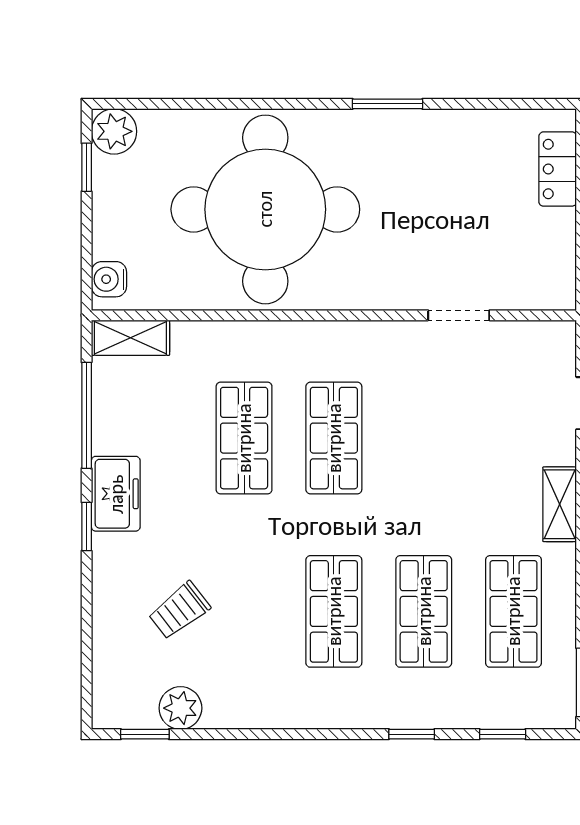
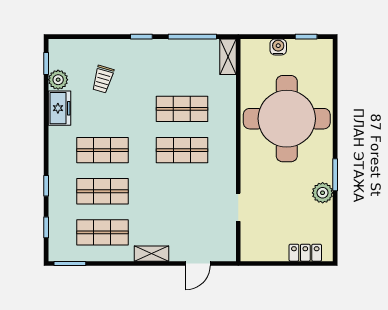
plant: (114, 131) -> (323, 193), moved
water cooler: (109, 279) -> (278, 47), moved
freezer: (116, 494) -> (60, 108), moved, turned -90
trolley: (179, 610) -> (103, 79), turned -126

